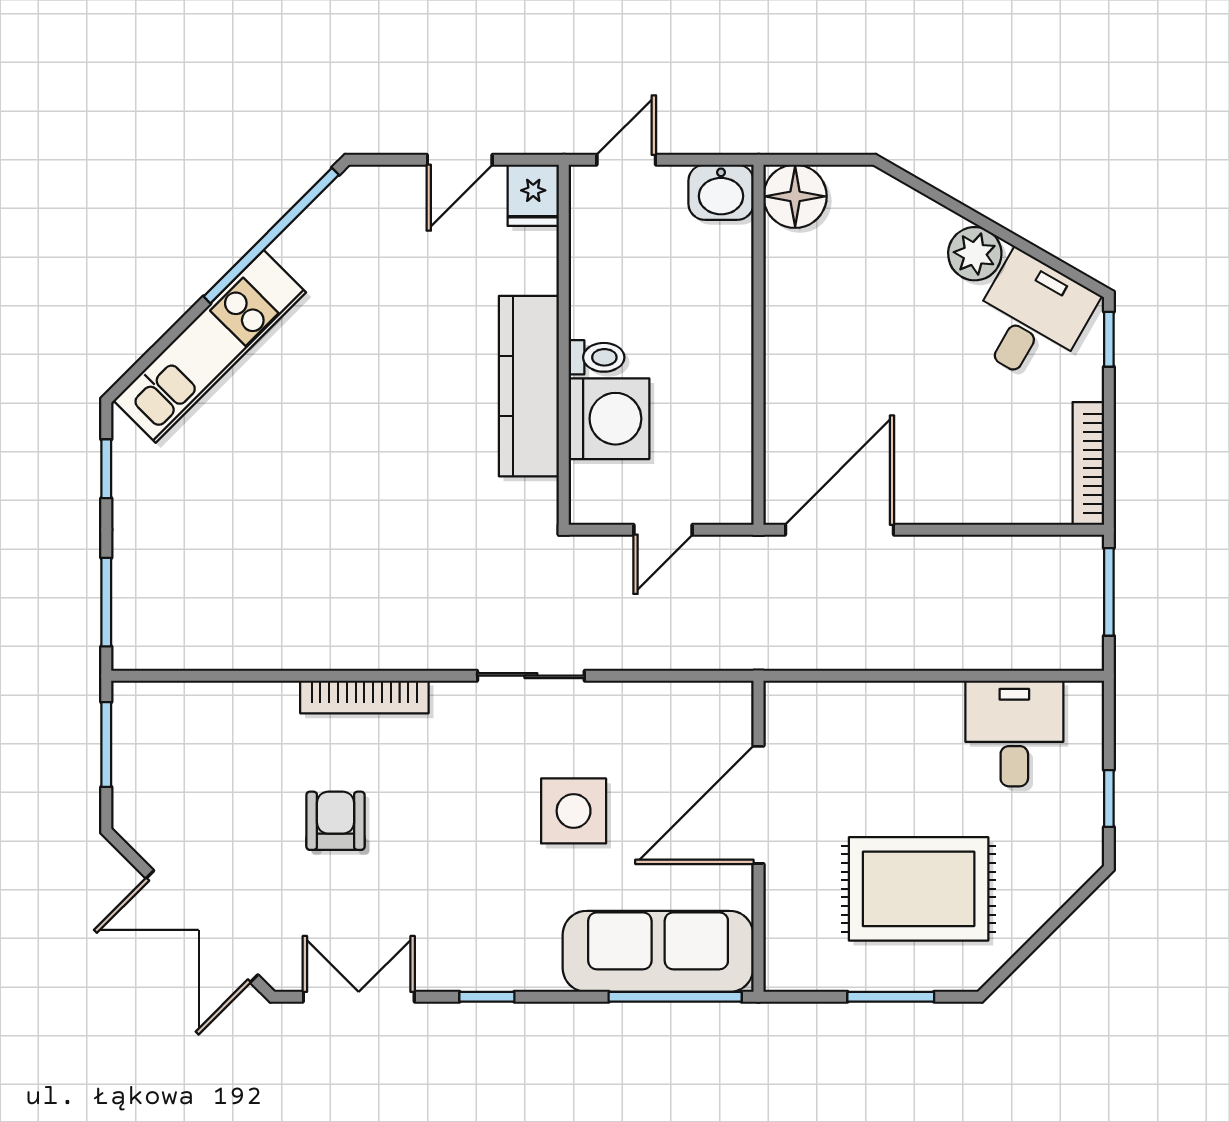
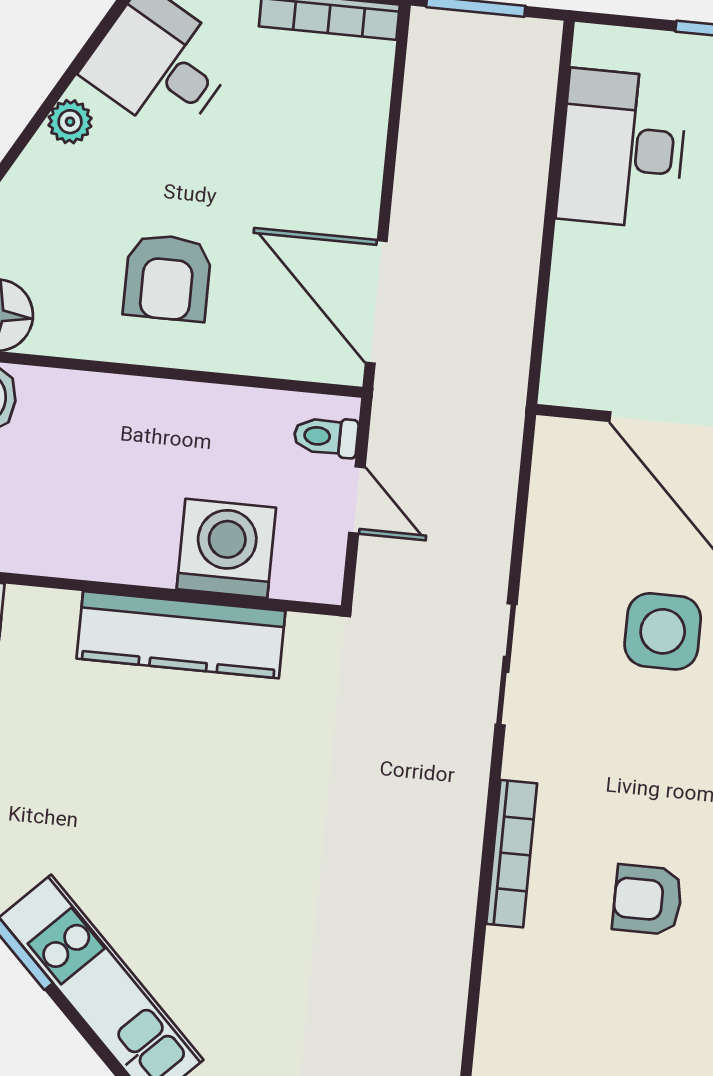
plant: (975, 254) -> (70, 122), width x0.73, depth x0.73
armchair: (843, 343) -> (167, 278), added
toilet: (597, 357) -> (326, 437), moved, turned -90
desk: (1014, 733) -> (622, 149), width x1.37

